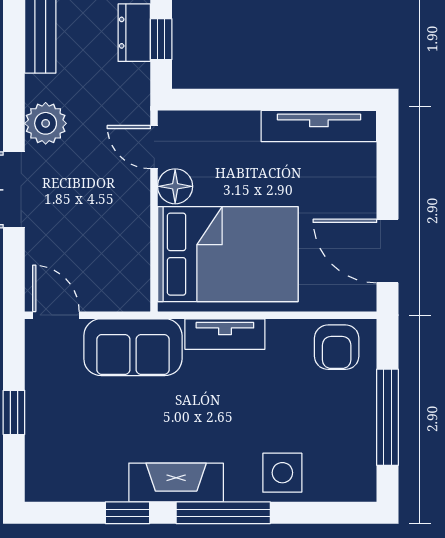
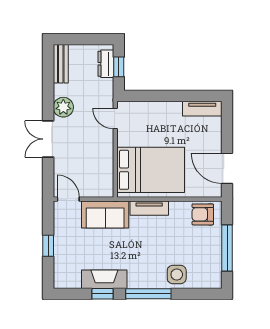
tv unit: (319, 126) -> (202, 109), width x0.71
floor lamp: (175, 186) -> (125, 137), removed
armchair: (337, 347) -> (203, 214), turned 90
fireplace: (176, 483) -> (104, 279), moved

